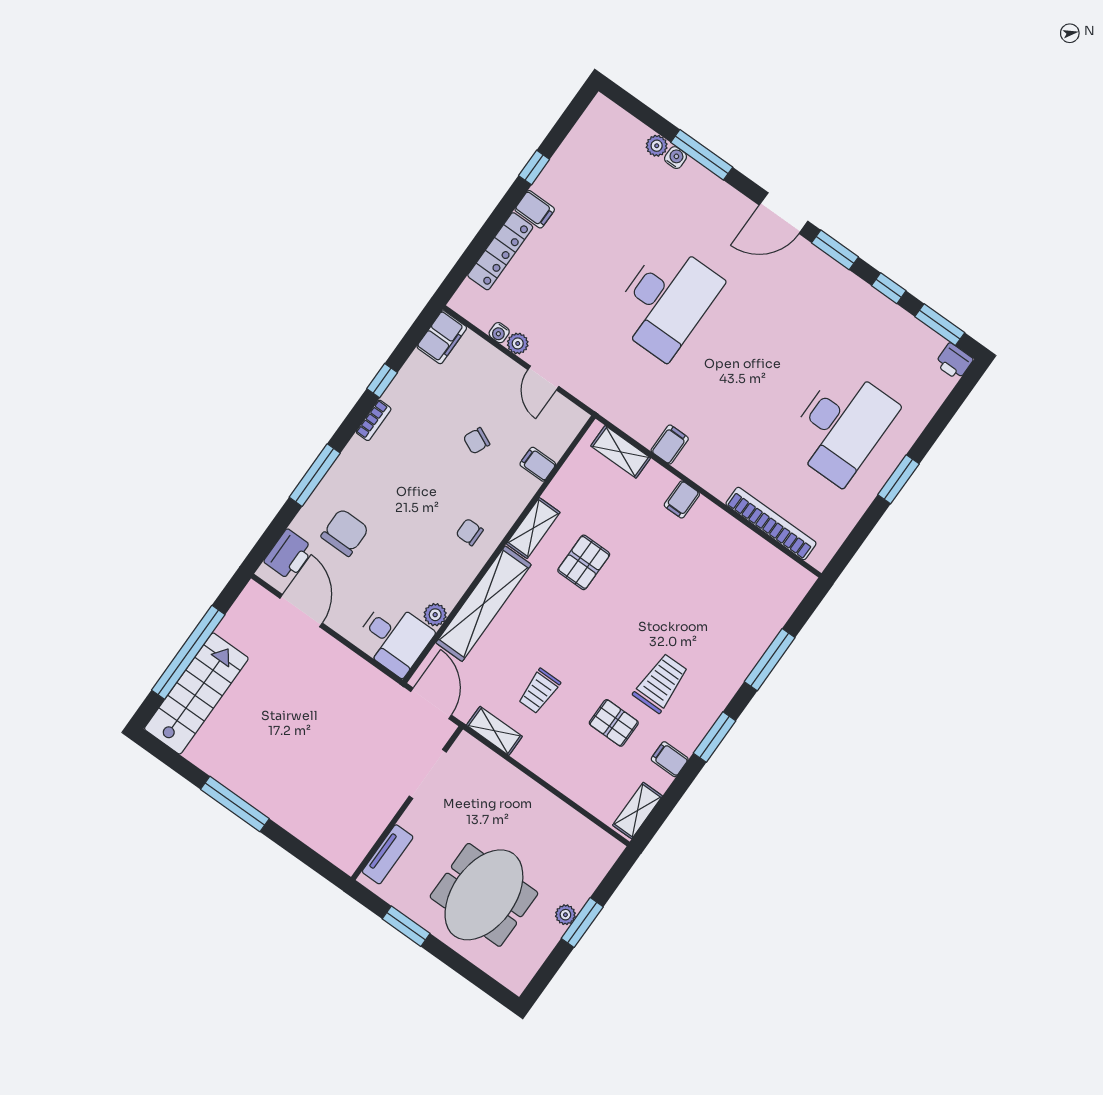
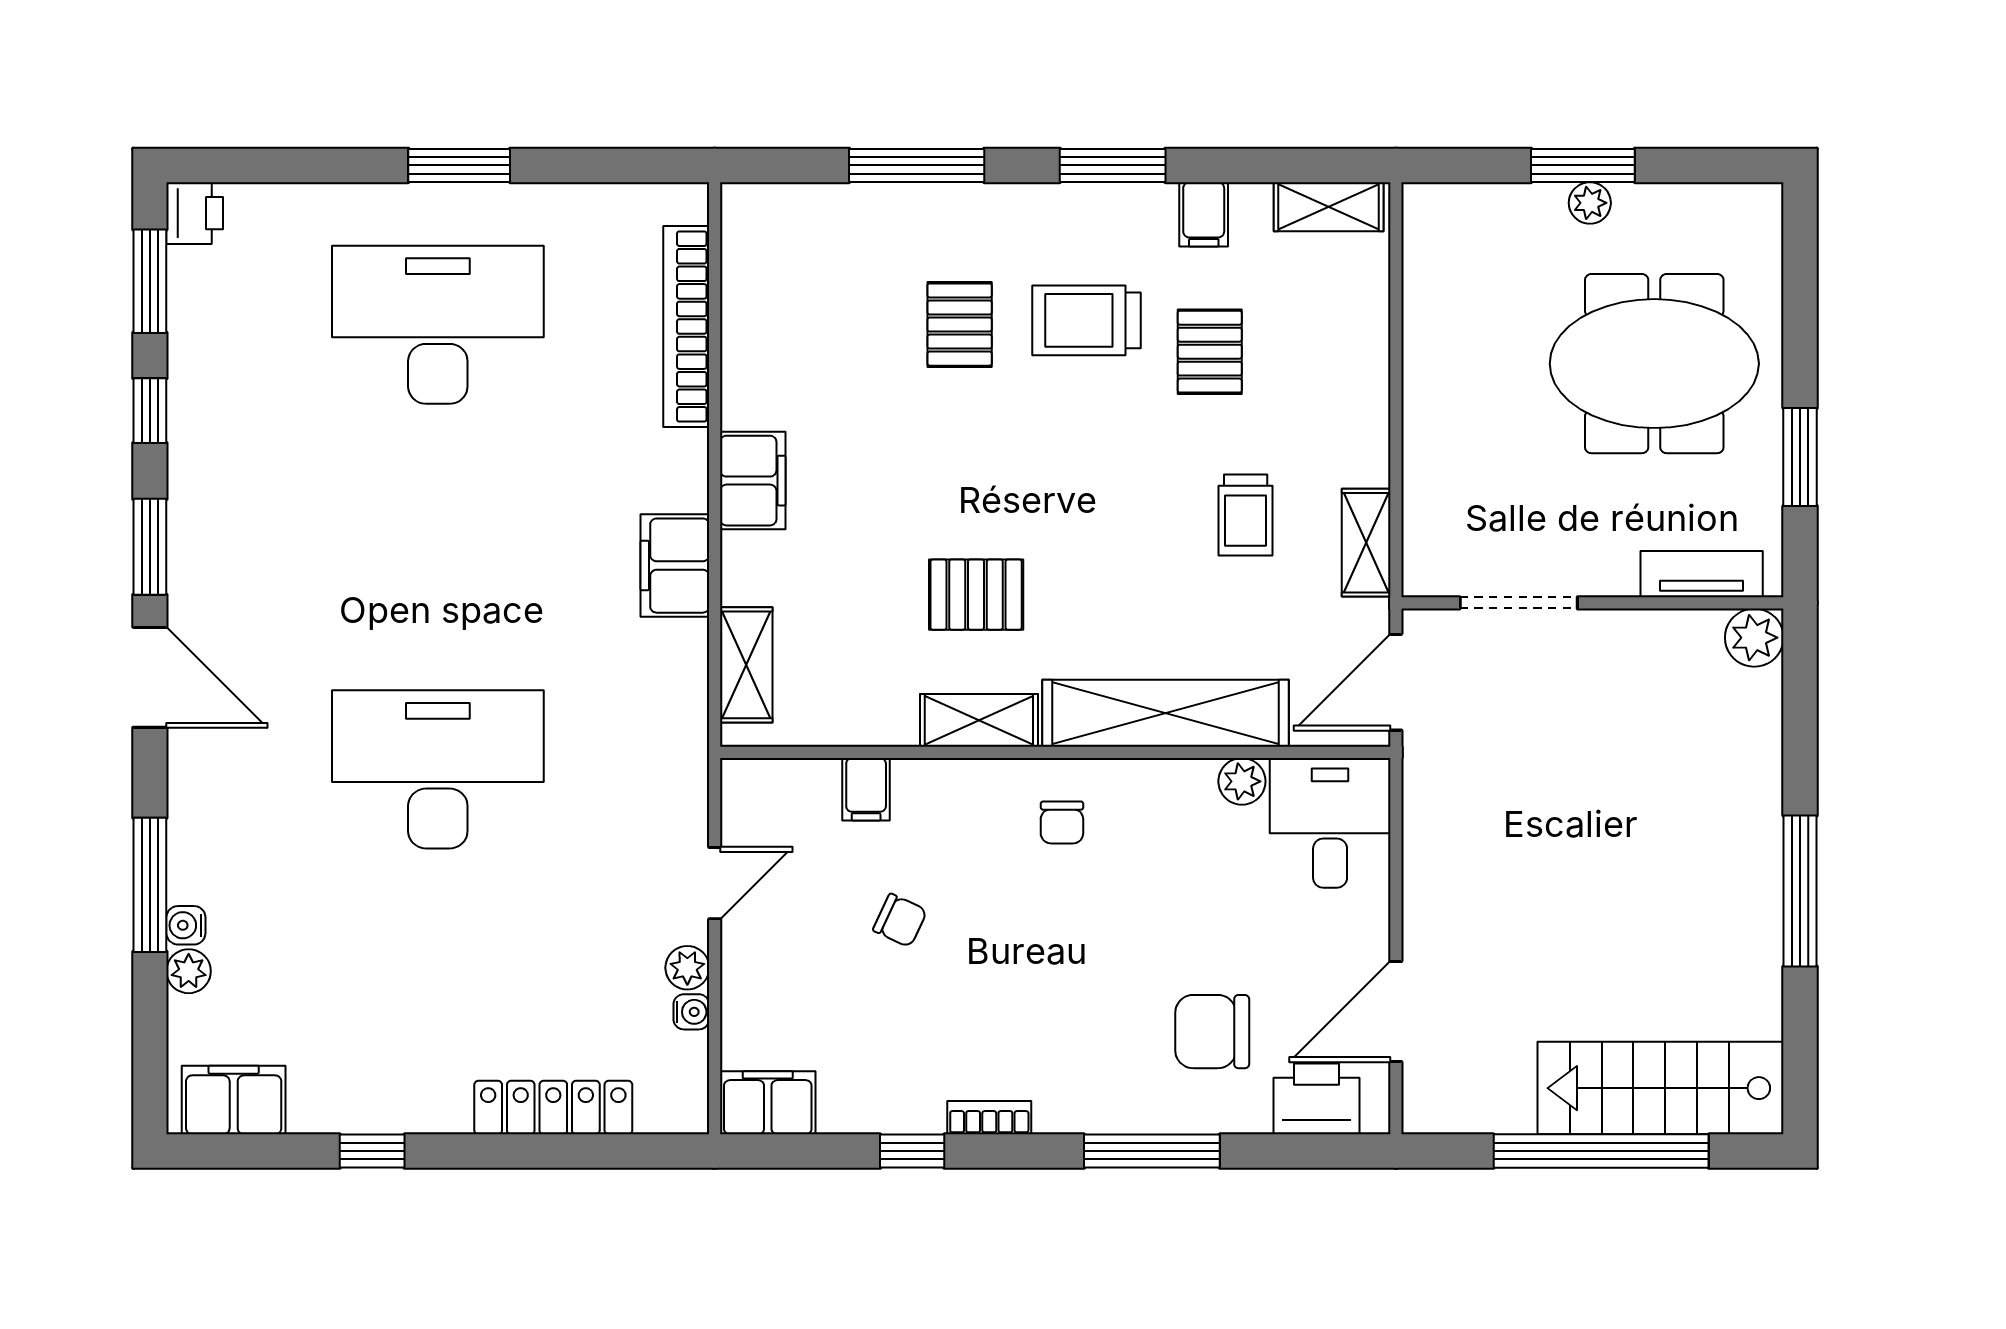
filing cabinet: (535, 209) -> (234, 1100), moved, width x2.00
filing cabinet: (670, 445) -> (675, 566), width x2.00
filing cabinet: (682, 499) -> (753, 481), width x2.00
pallet: (695, 632) -> (960, 325), added
trolley: (539, 691) -> (1246, 515), turned 90
plant: (348, 857) -> (1754, 638), added

